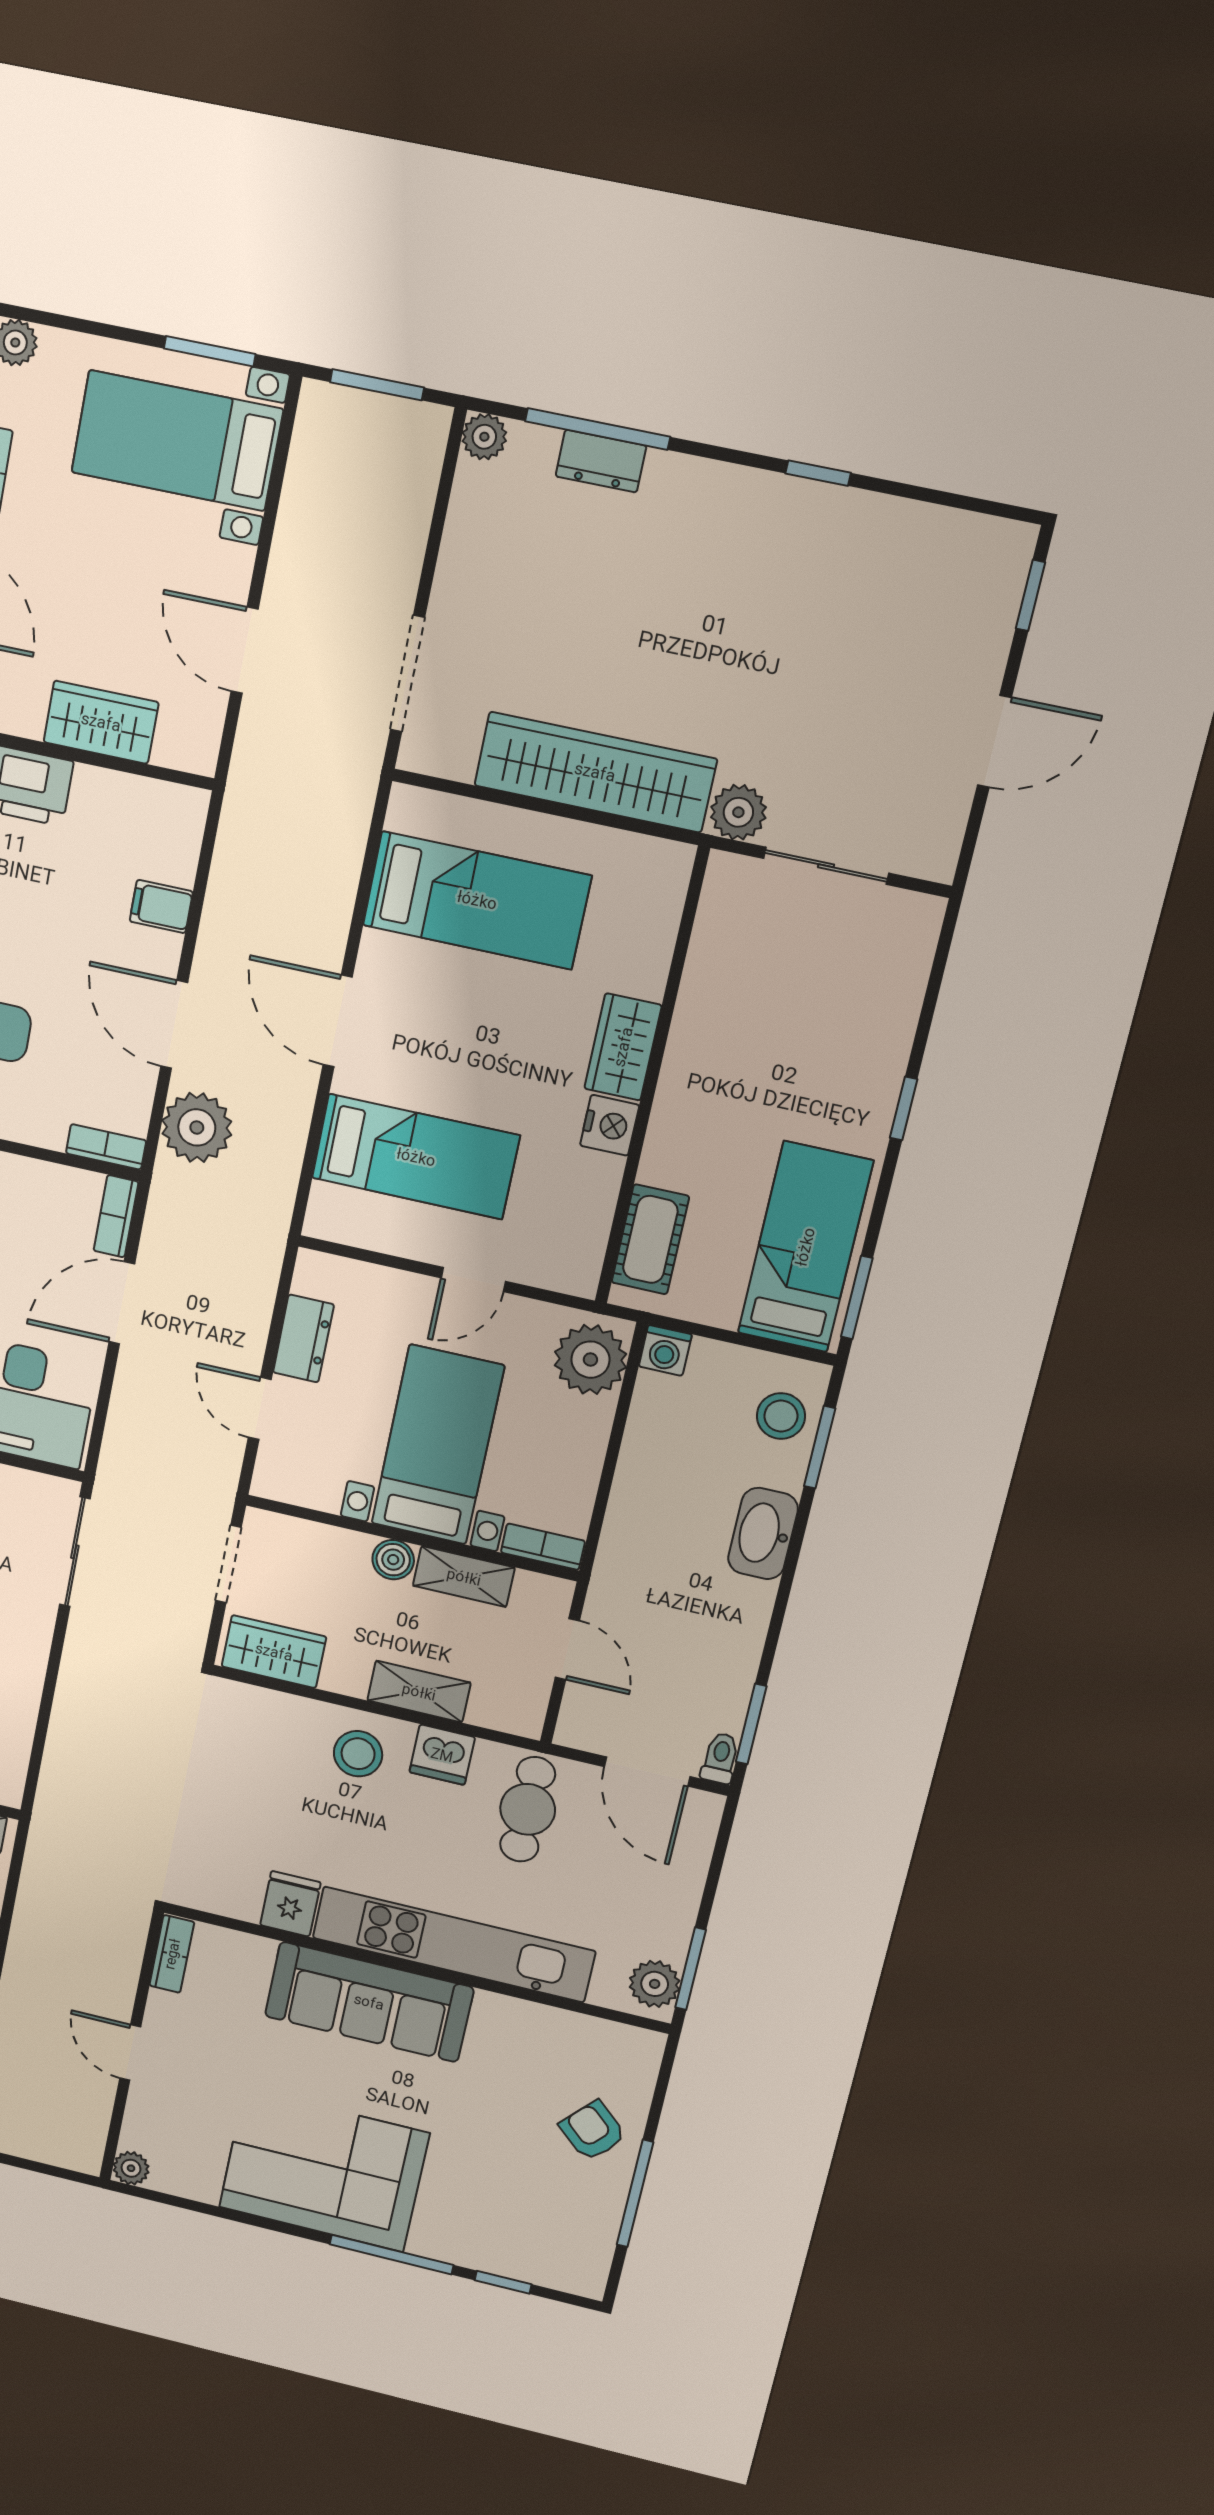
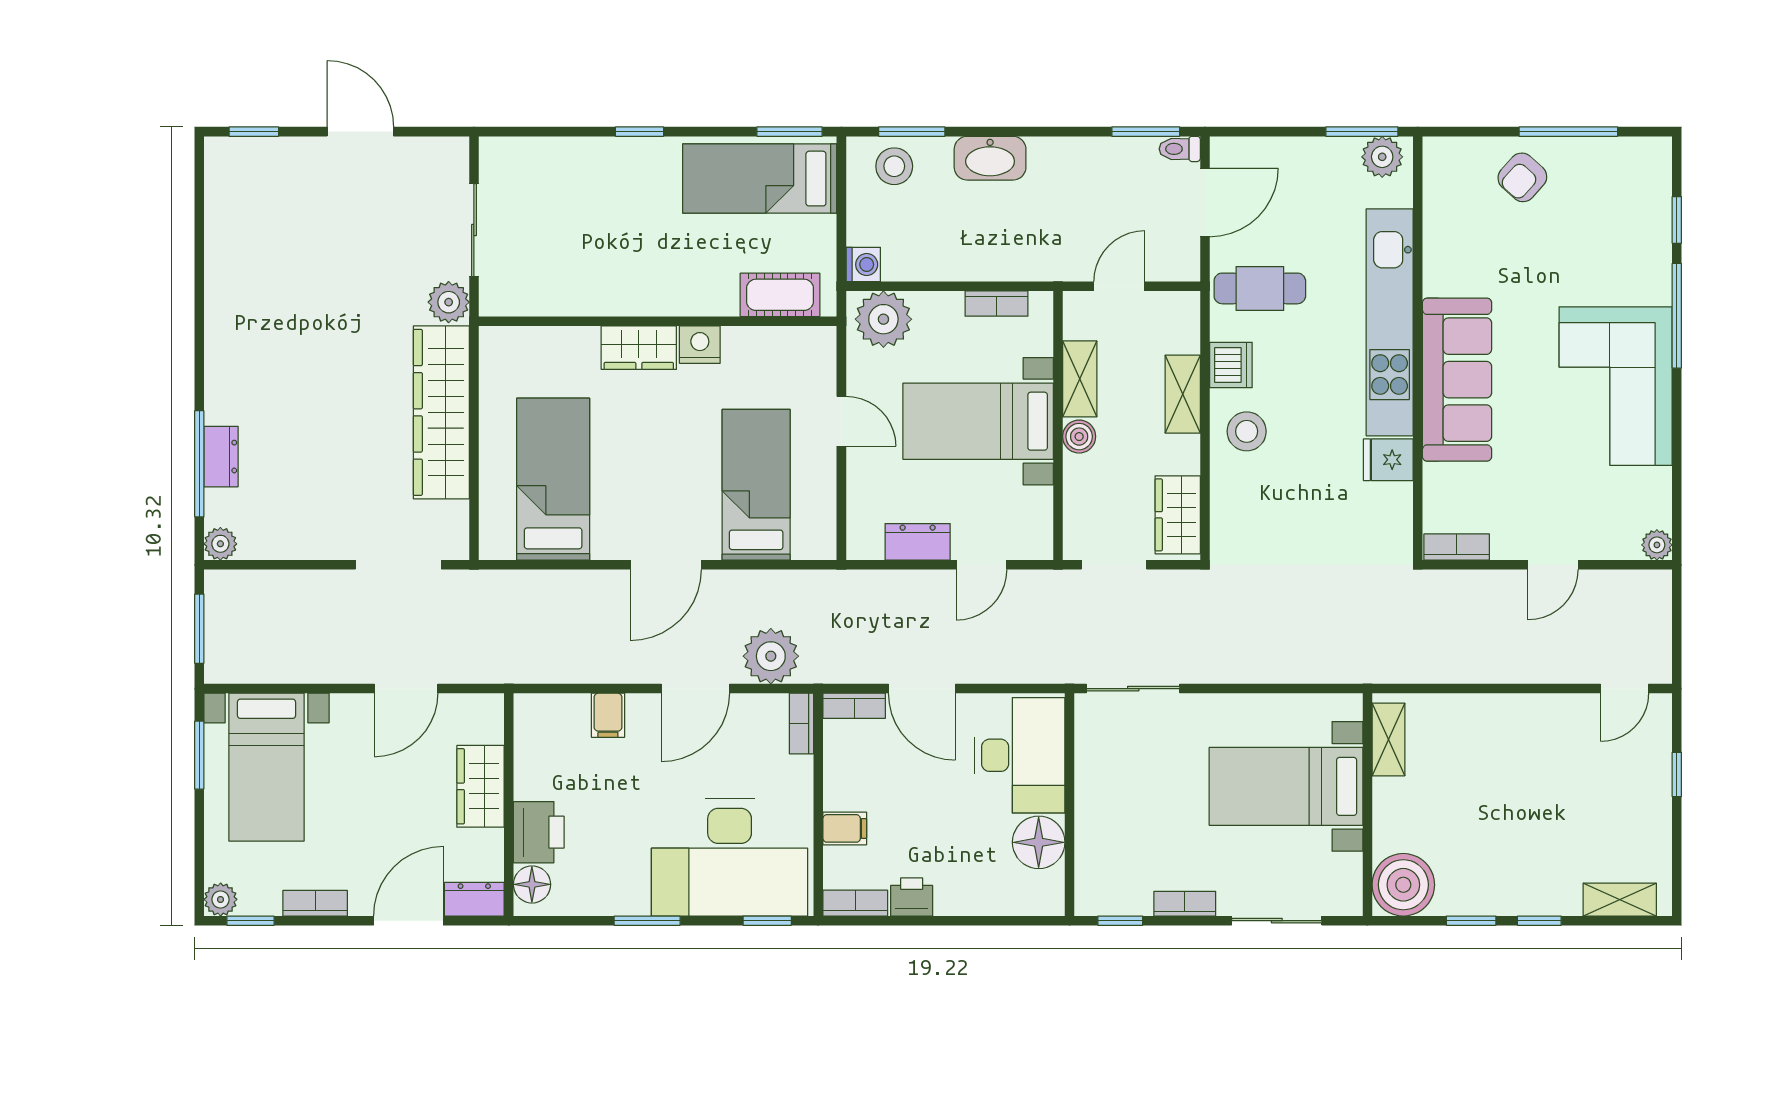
window: (818, 473) -> (199, 301), removed
bookcase: (543, 1547) -> (996, 304), moved, turned -90

